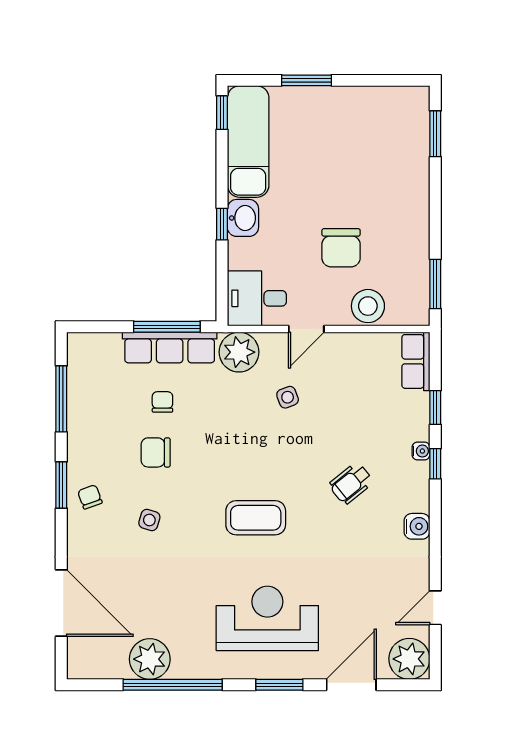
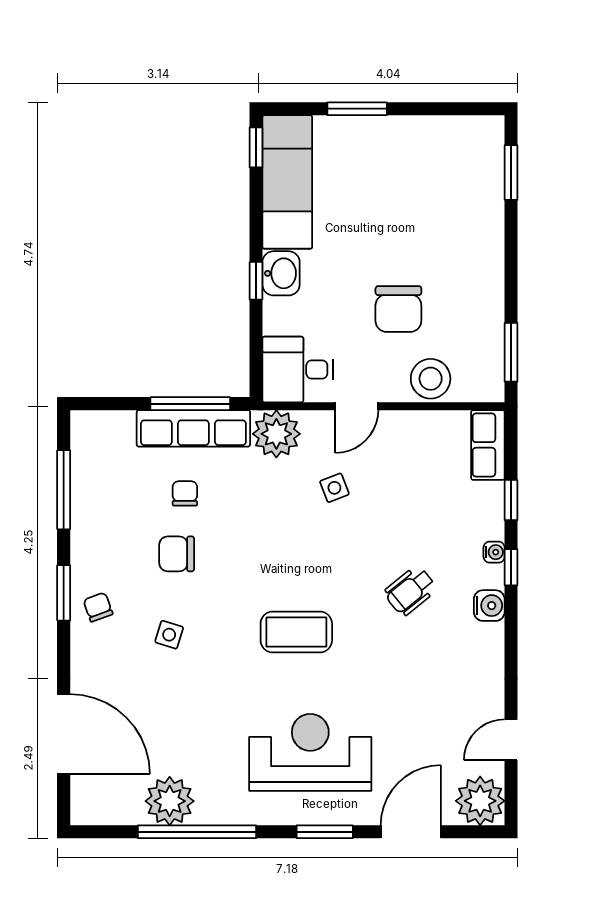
water cooler: (417, 526) -> (489, 606), moved

